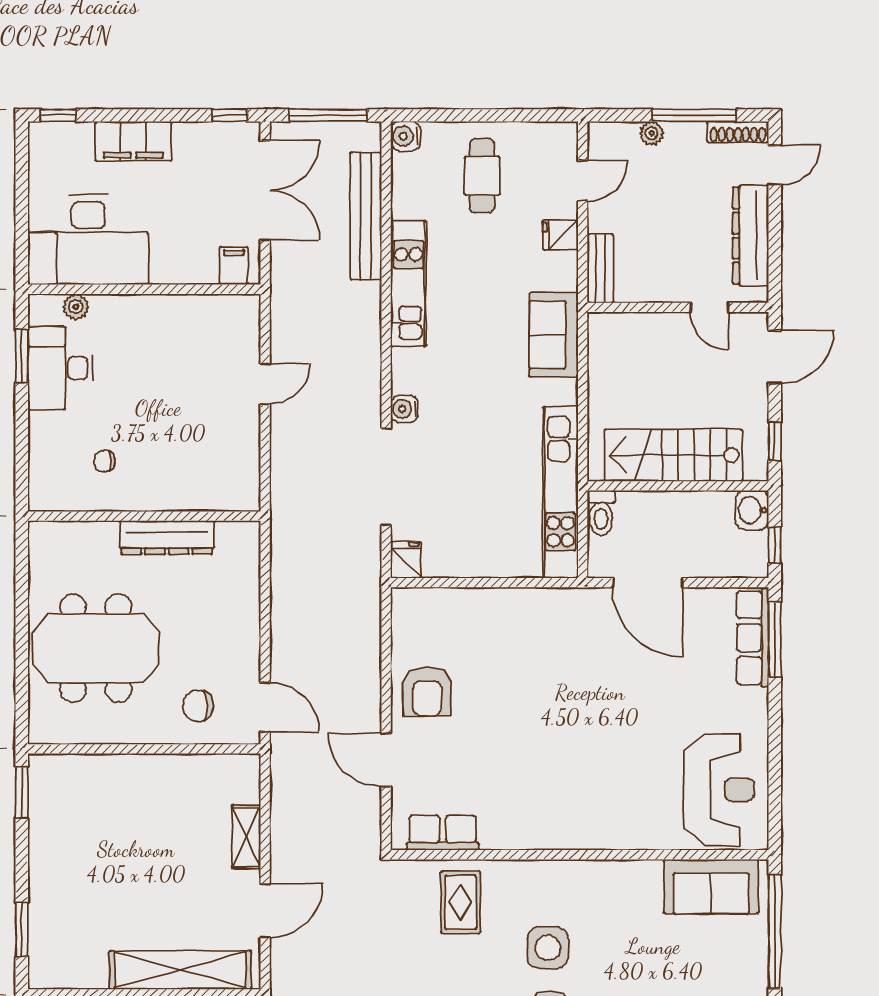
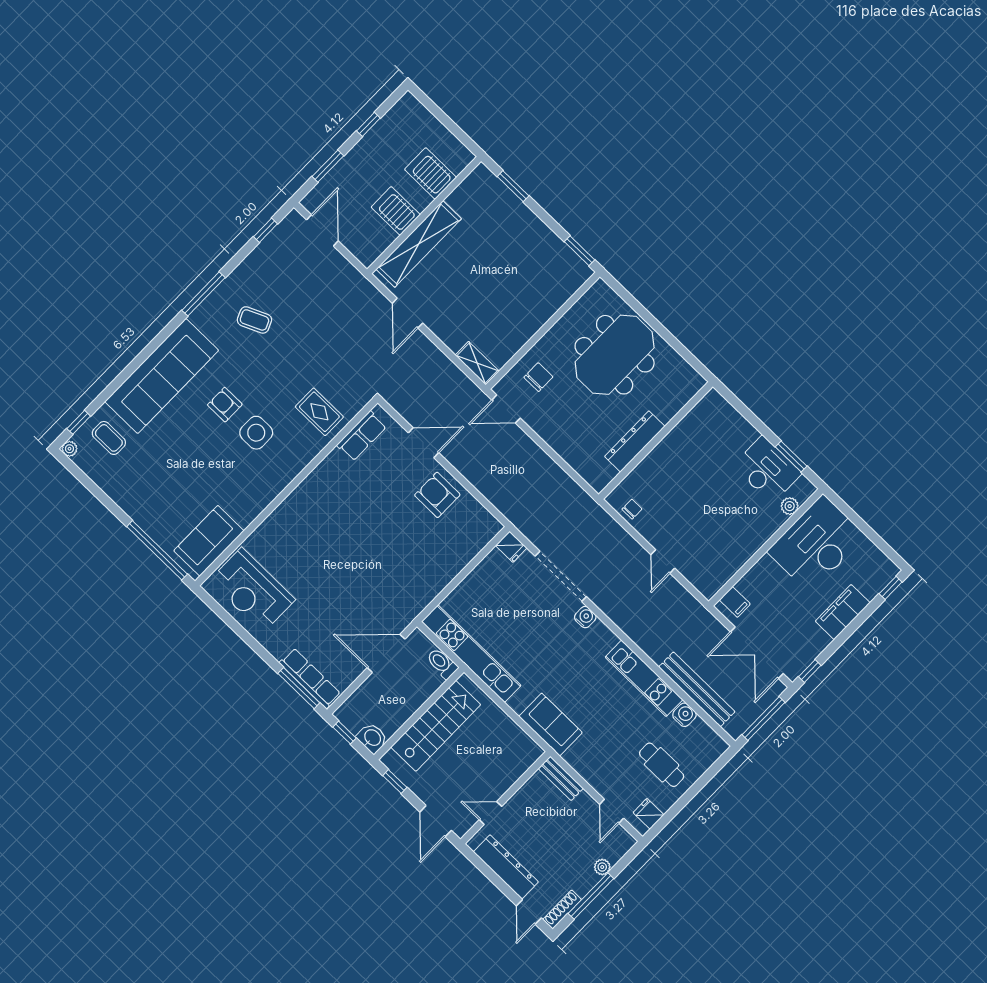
water cooler: (405, 136) -> (684, 715), moved
fridge: (560, 235) -> (649, 814), moved, turned -90
chair: (105, 461) -> (632, 509), moved
shelving: (246, 837) -> (477, 363), moved

